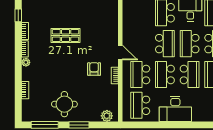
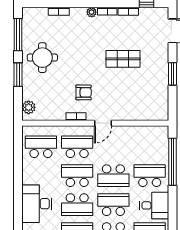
shop shelf: (66, 35) -> (123, 59), turned 90
desk: (175, 109) -> (37, 204), moved

